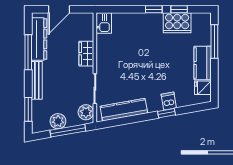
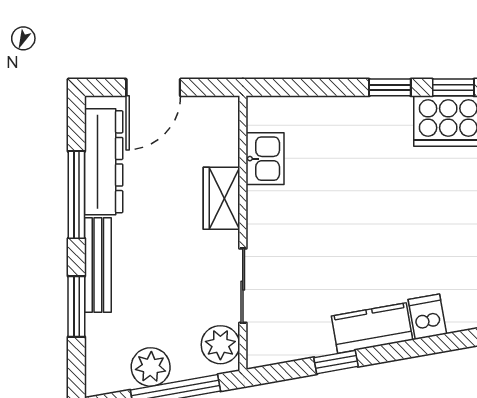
kitchen sink: (104, 23) -> (265, 159), moved
window: (28, 109) -> (76, 306), moved
kitchen counter: (124, 110) -> (372, 328), moved, width x0.67
window: (166, 113) -> (336, 362), moved

